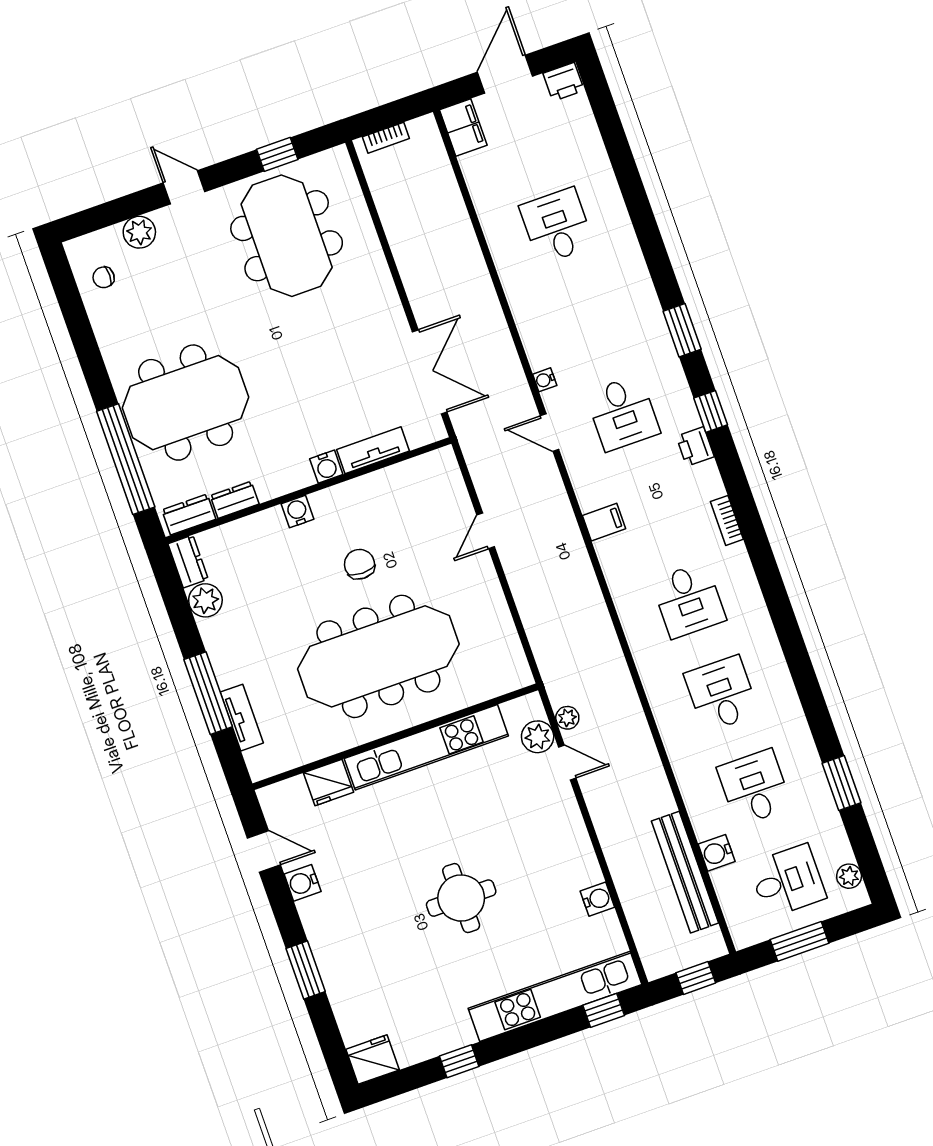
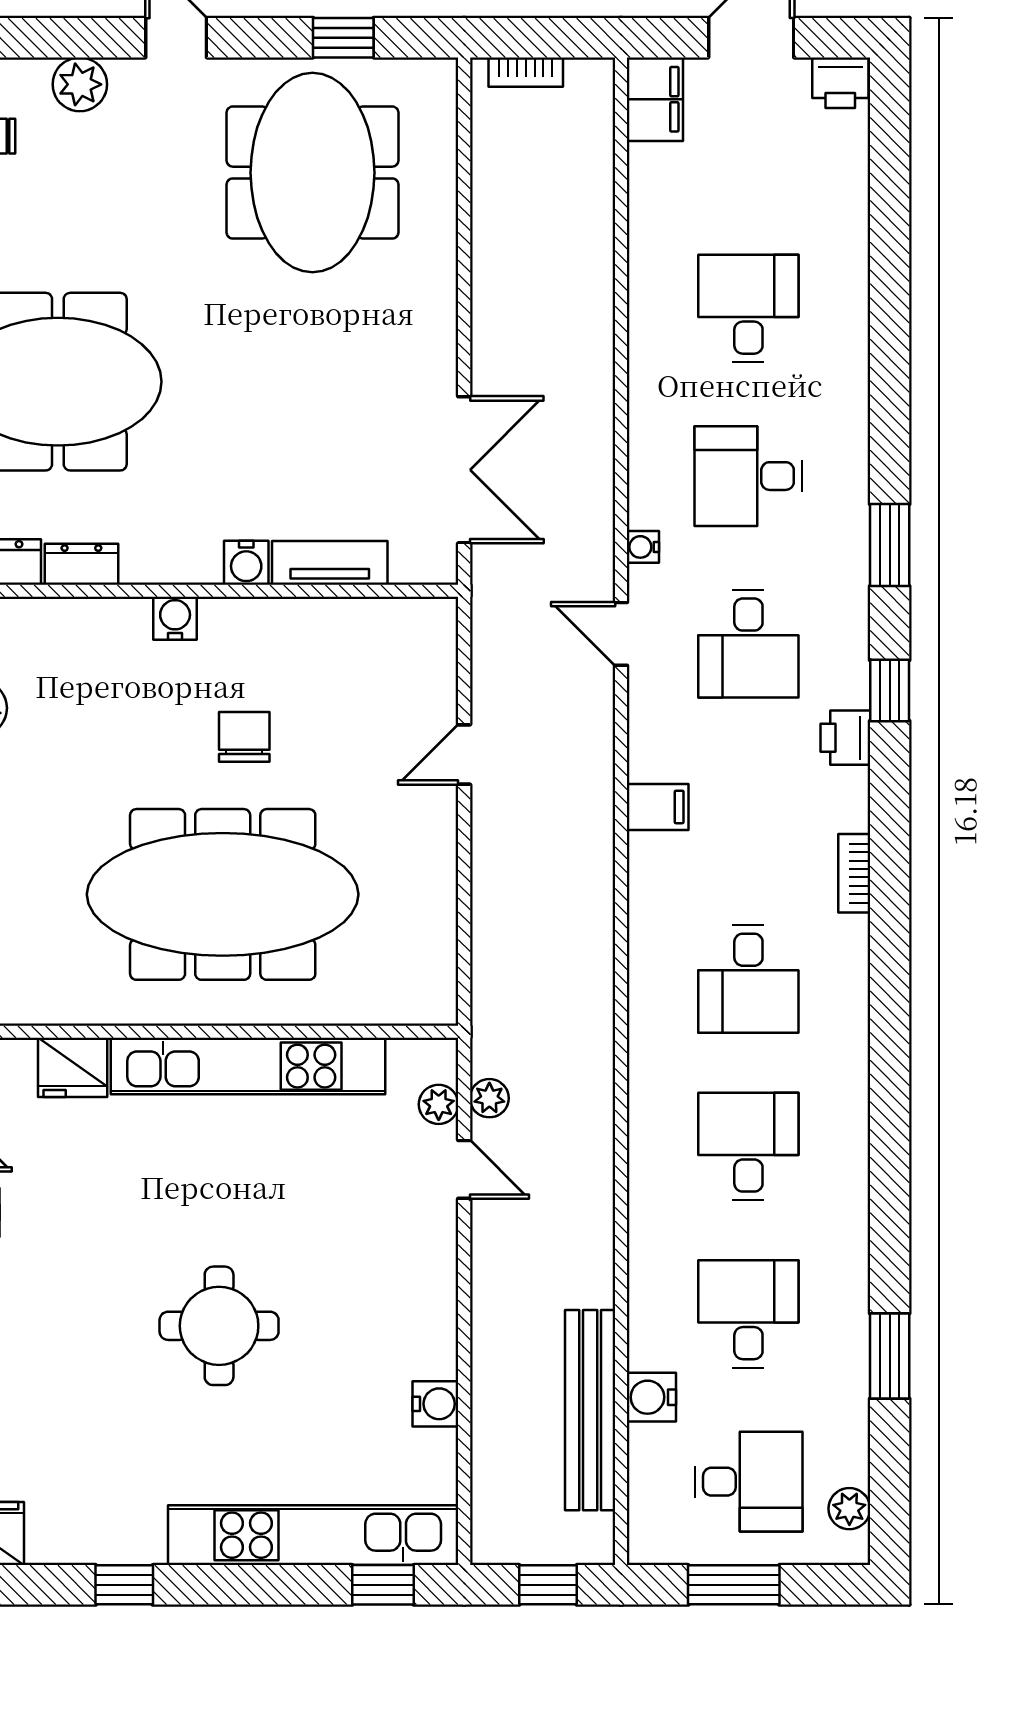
desk: (590, 319) -> (748, 476), added
plant: (538, 737) -> (439, 1104), width x0.73, depth x0.73

